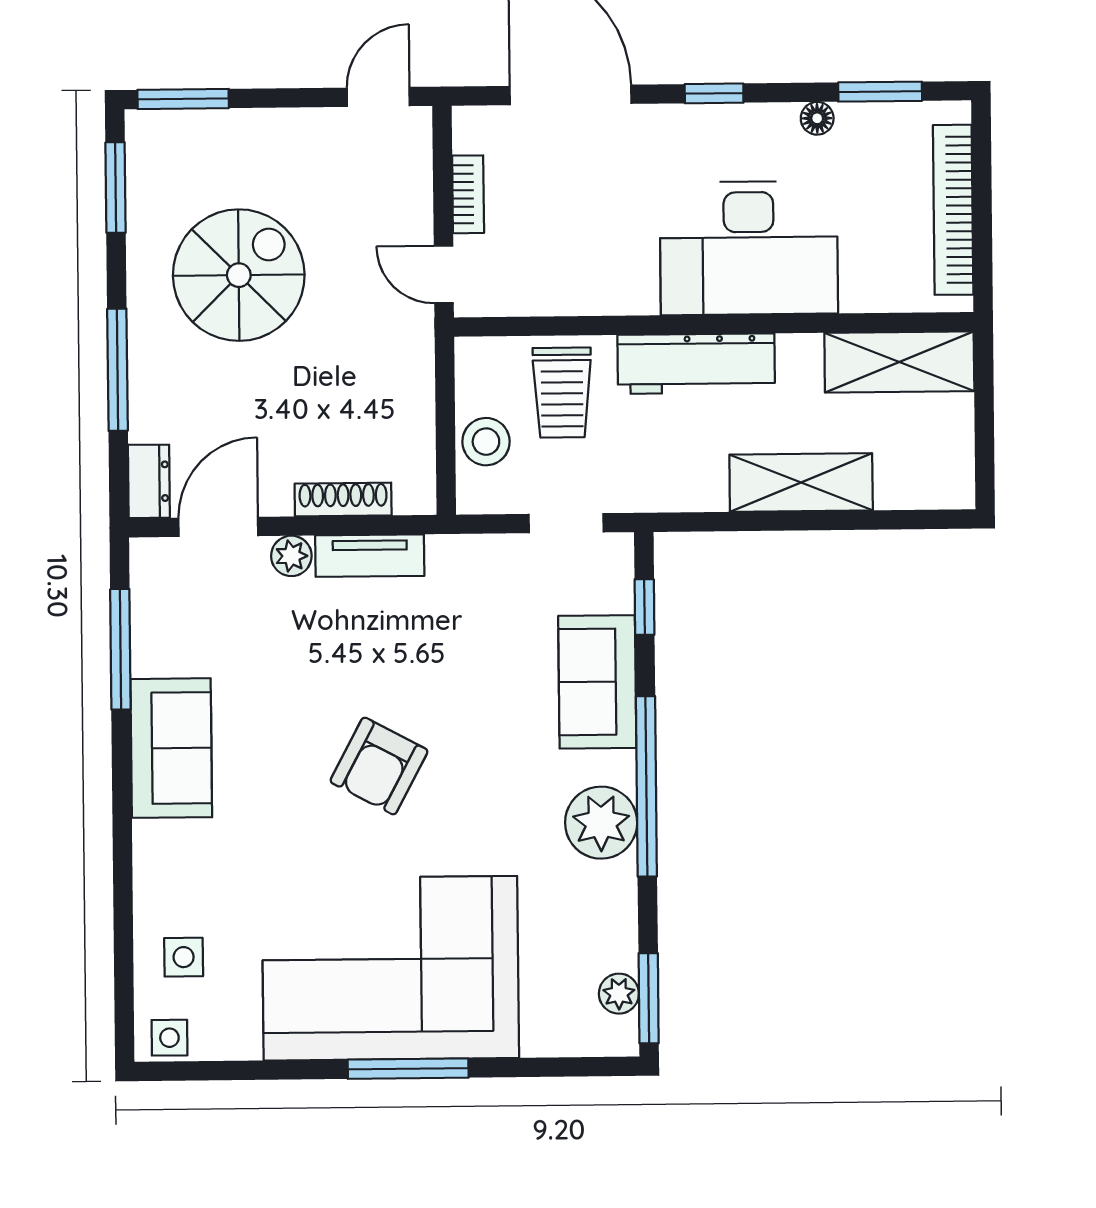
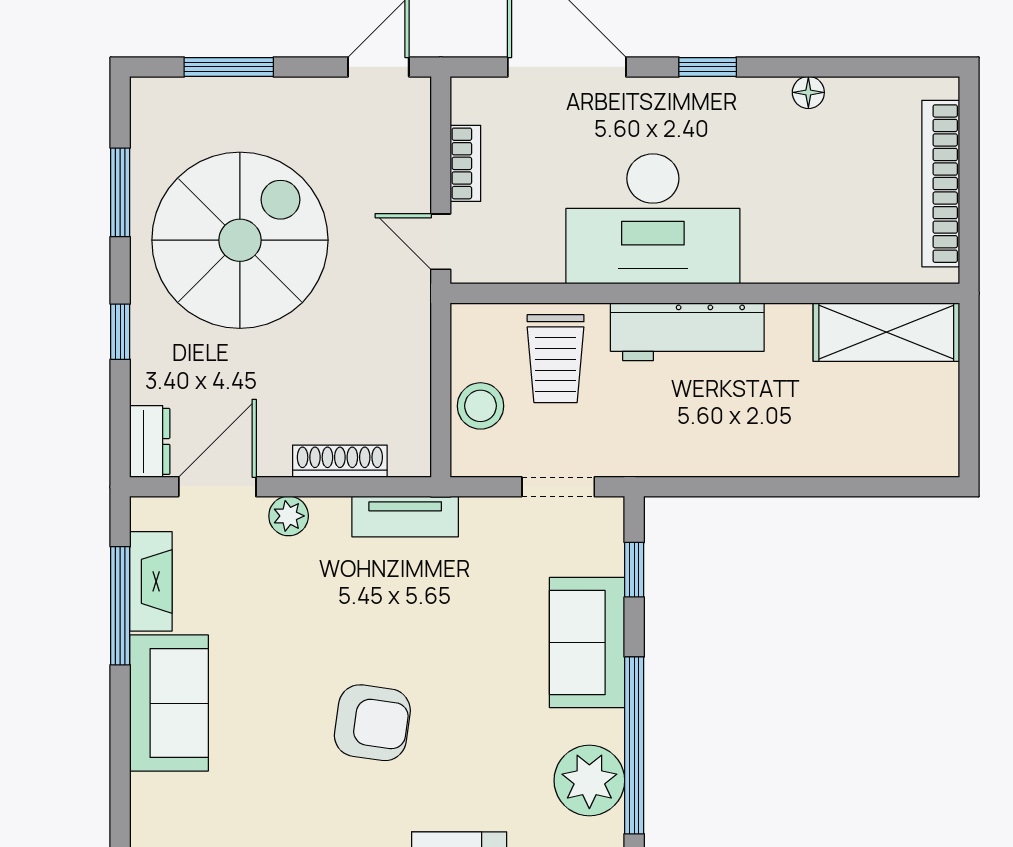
window: (880, 92) -> (870, 67), removed
window: (183, 99) -> (229, 67), moved
window: (116, 188) -> (120, 192), moved
desk: (749, 248) -> (653, 219), moved
spiral stairs: (239, 275) -> (240, 240), width x1.37, depth x1.37
window: (117, 370) -> (120, 332), width x0.46
shelving: (801, 483) -> (789, 449), removed
tv unit: (370, 556) -> (405, 516), moved
fireplace: (151, 624) -> (151, 581), added
armchair: (379, 766) -> (372, 723), turned -110

